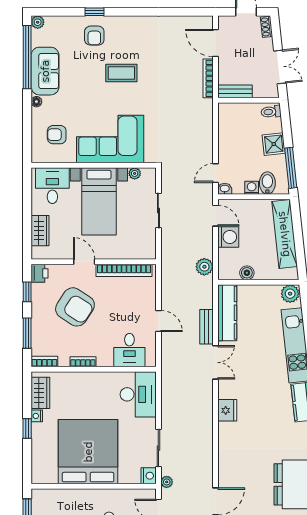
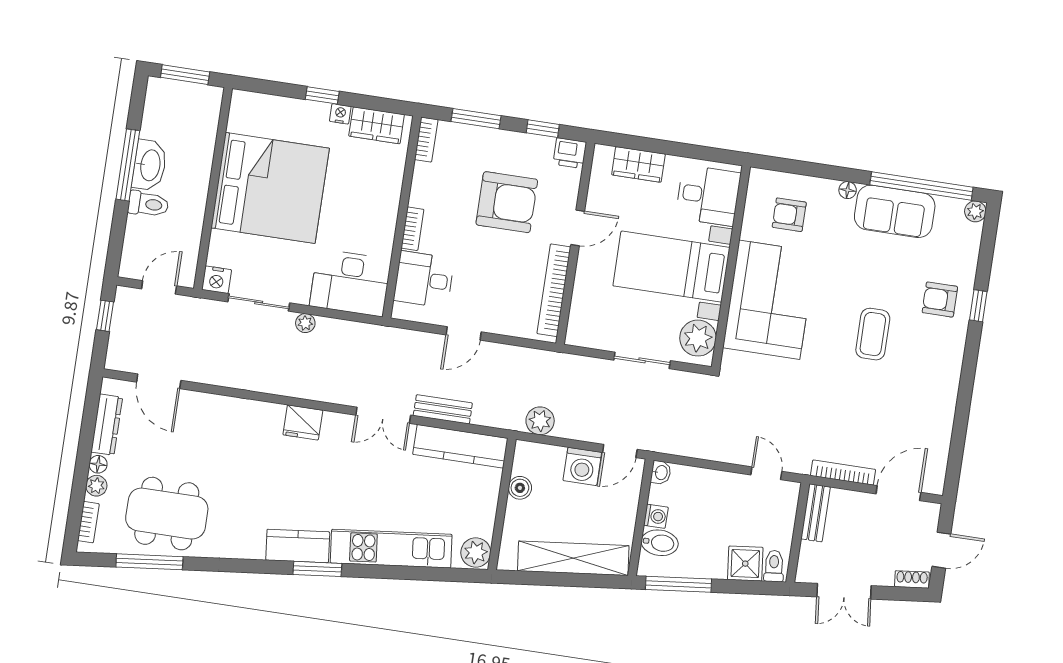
armchair: (57, 135) -> (789, 215), turned -90
shower: (274, 144) -> (745, 564), moved
plant: (135, 173) -> (698, 338), width x1.87, depth x1.87
door: (215, 173) -> (766, 473), moved
armchair: (75, 307) -> (507, 202), turned -123
bookcase: (83, 362) -> (412, 229), moved
plant: (167, 482) -> (305, 323), moved

